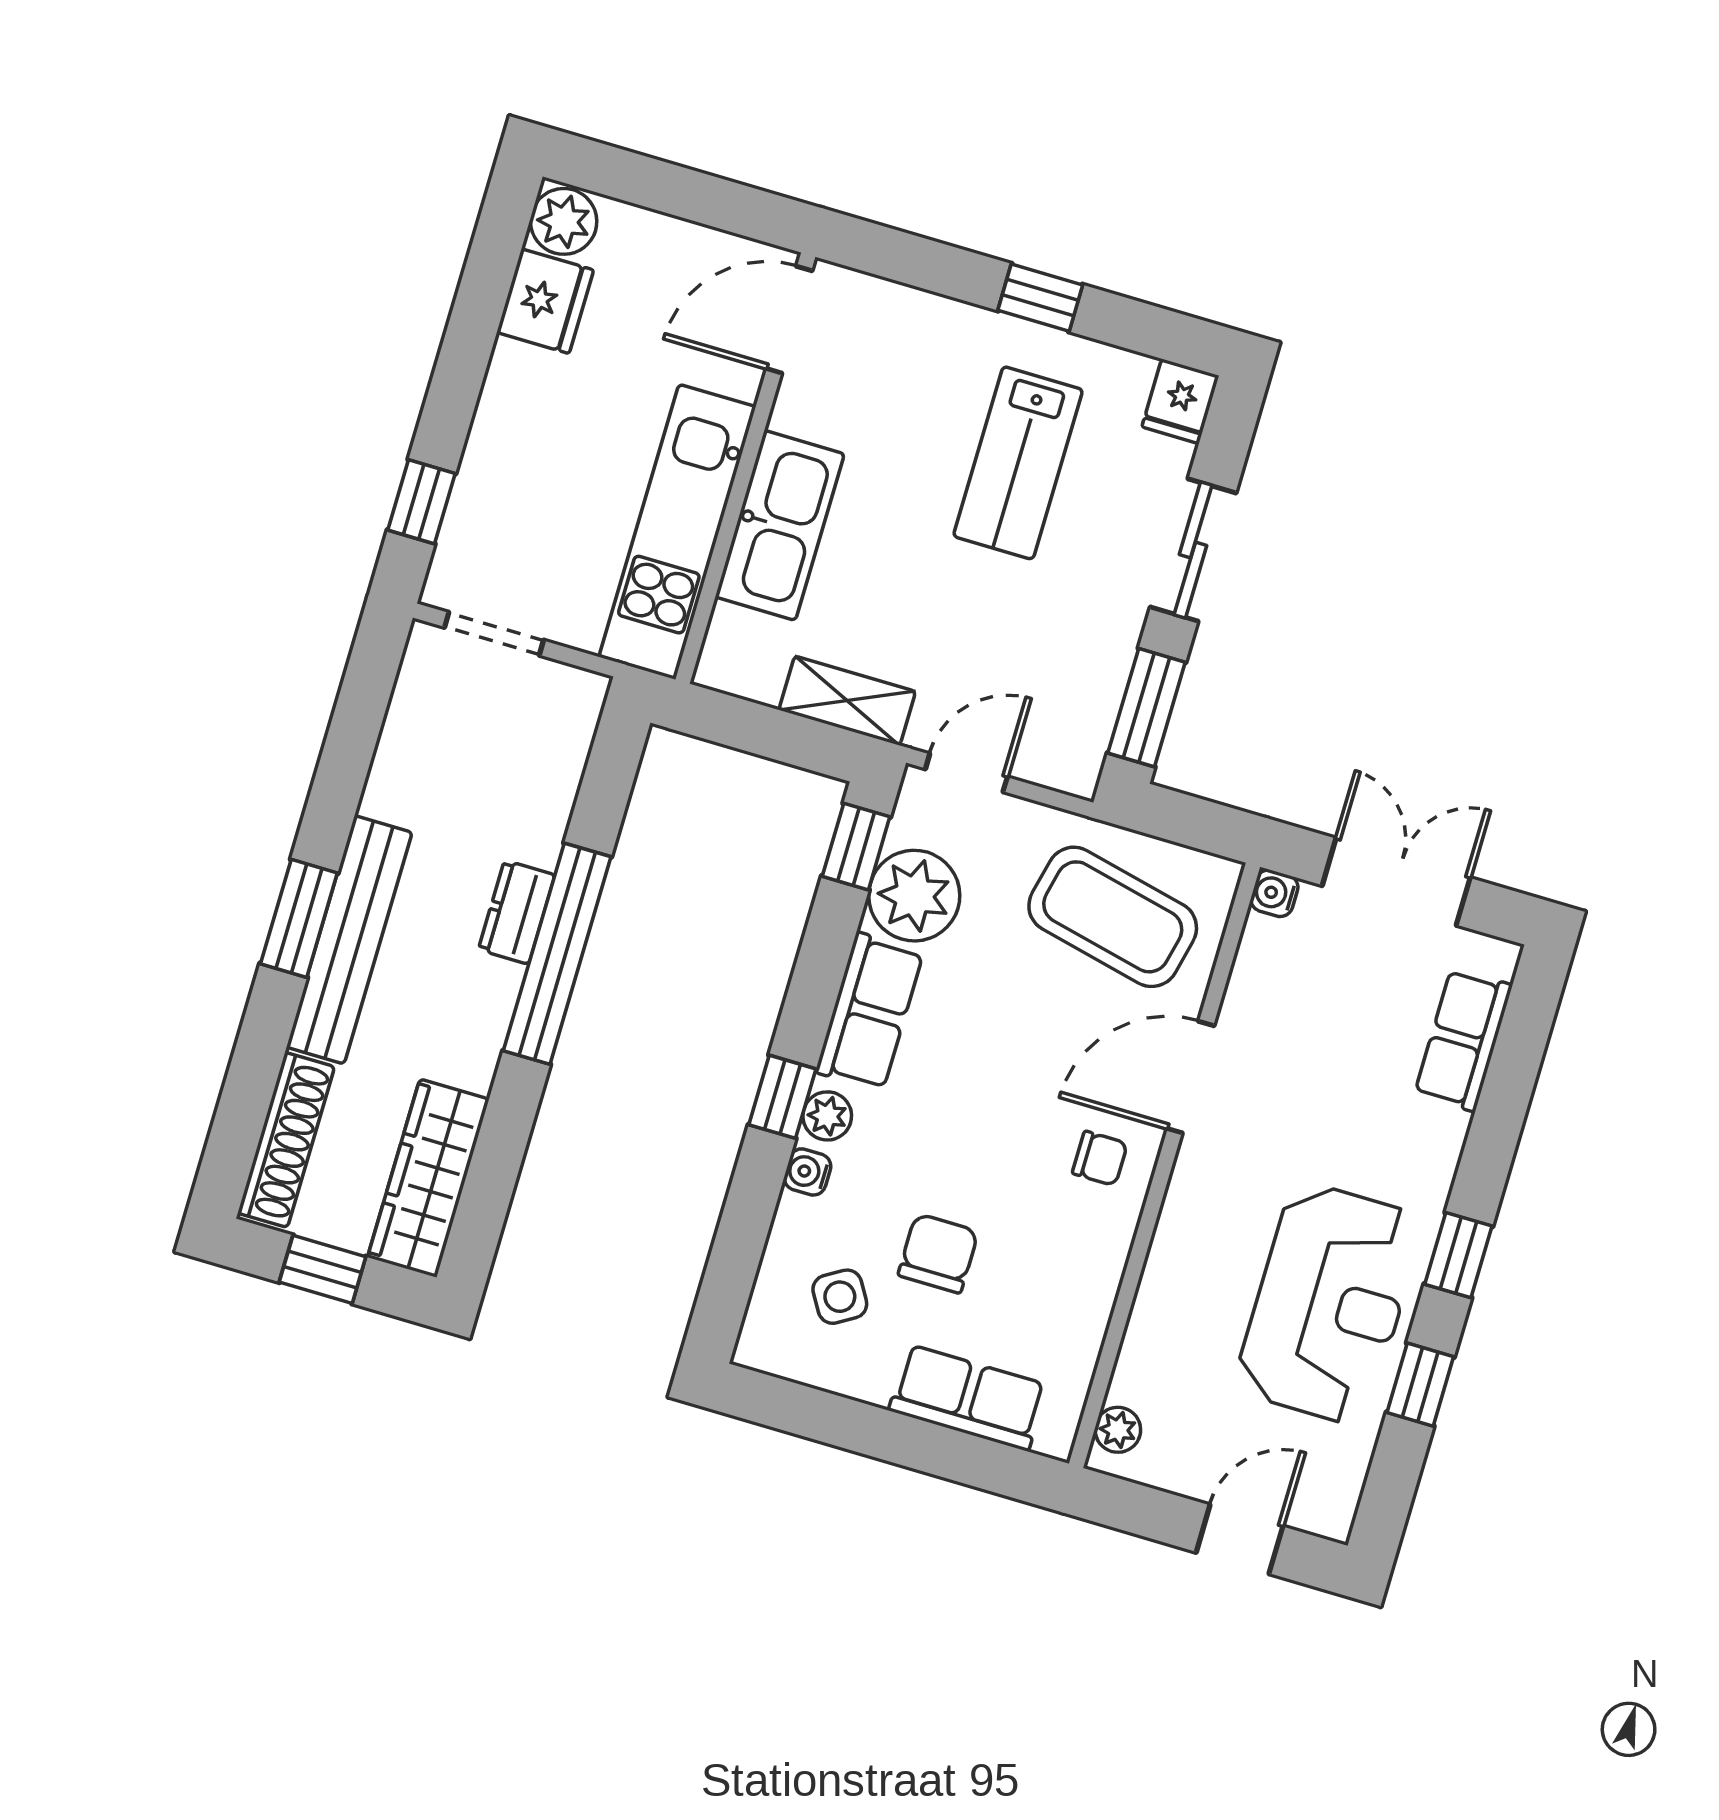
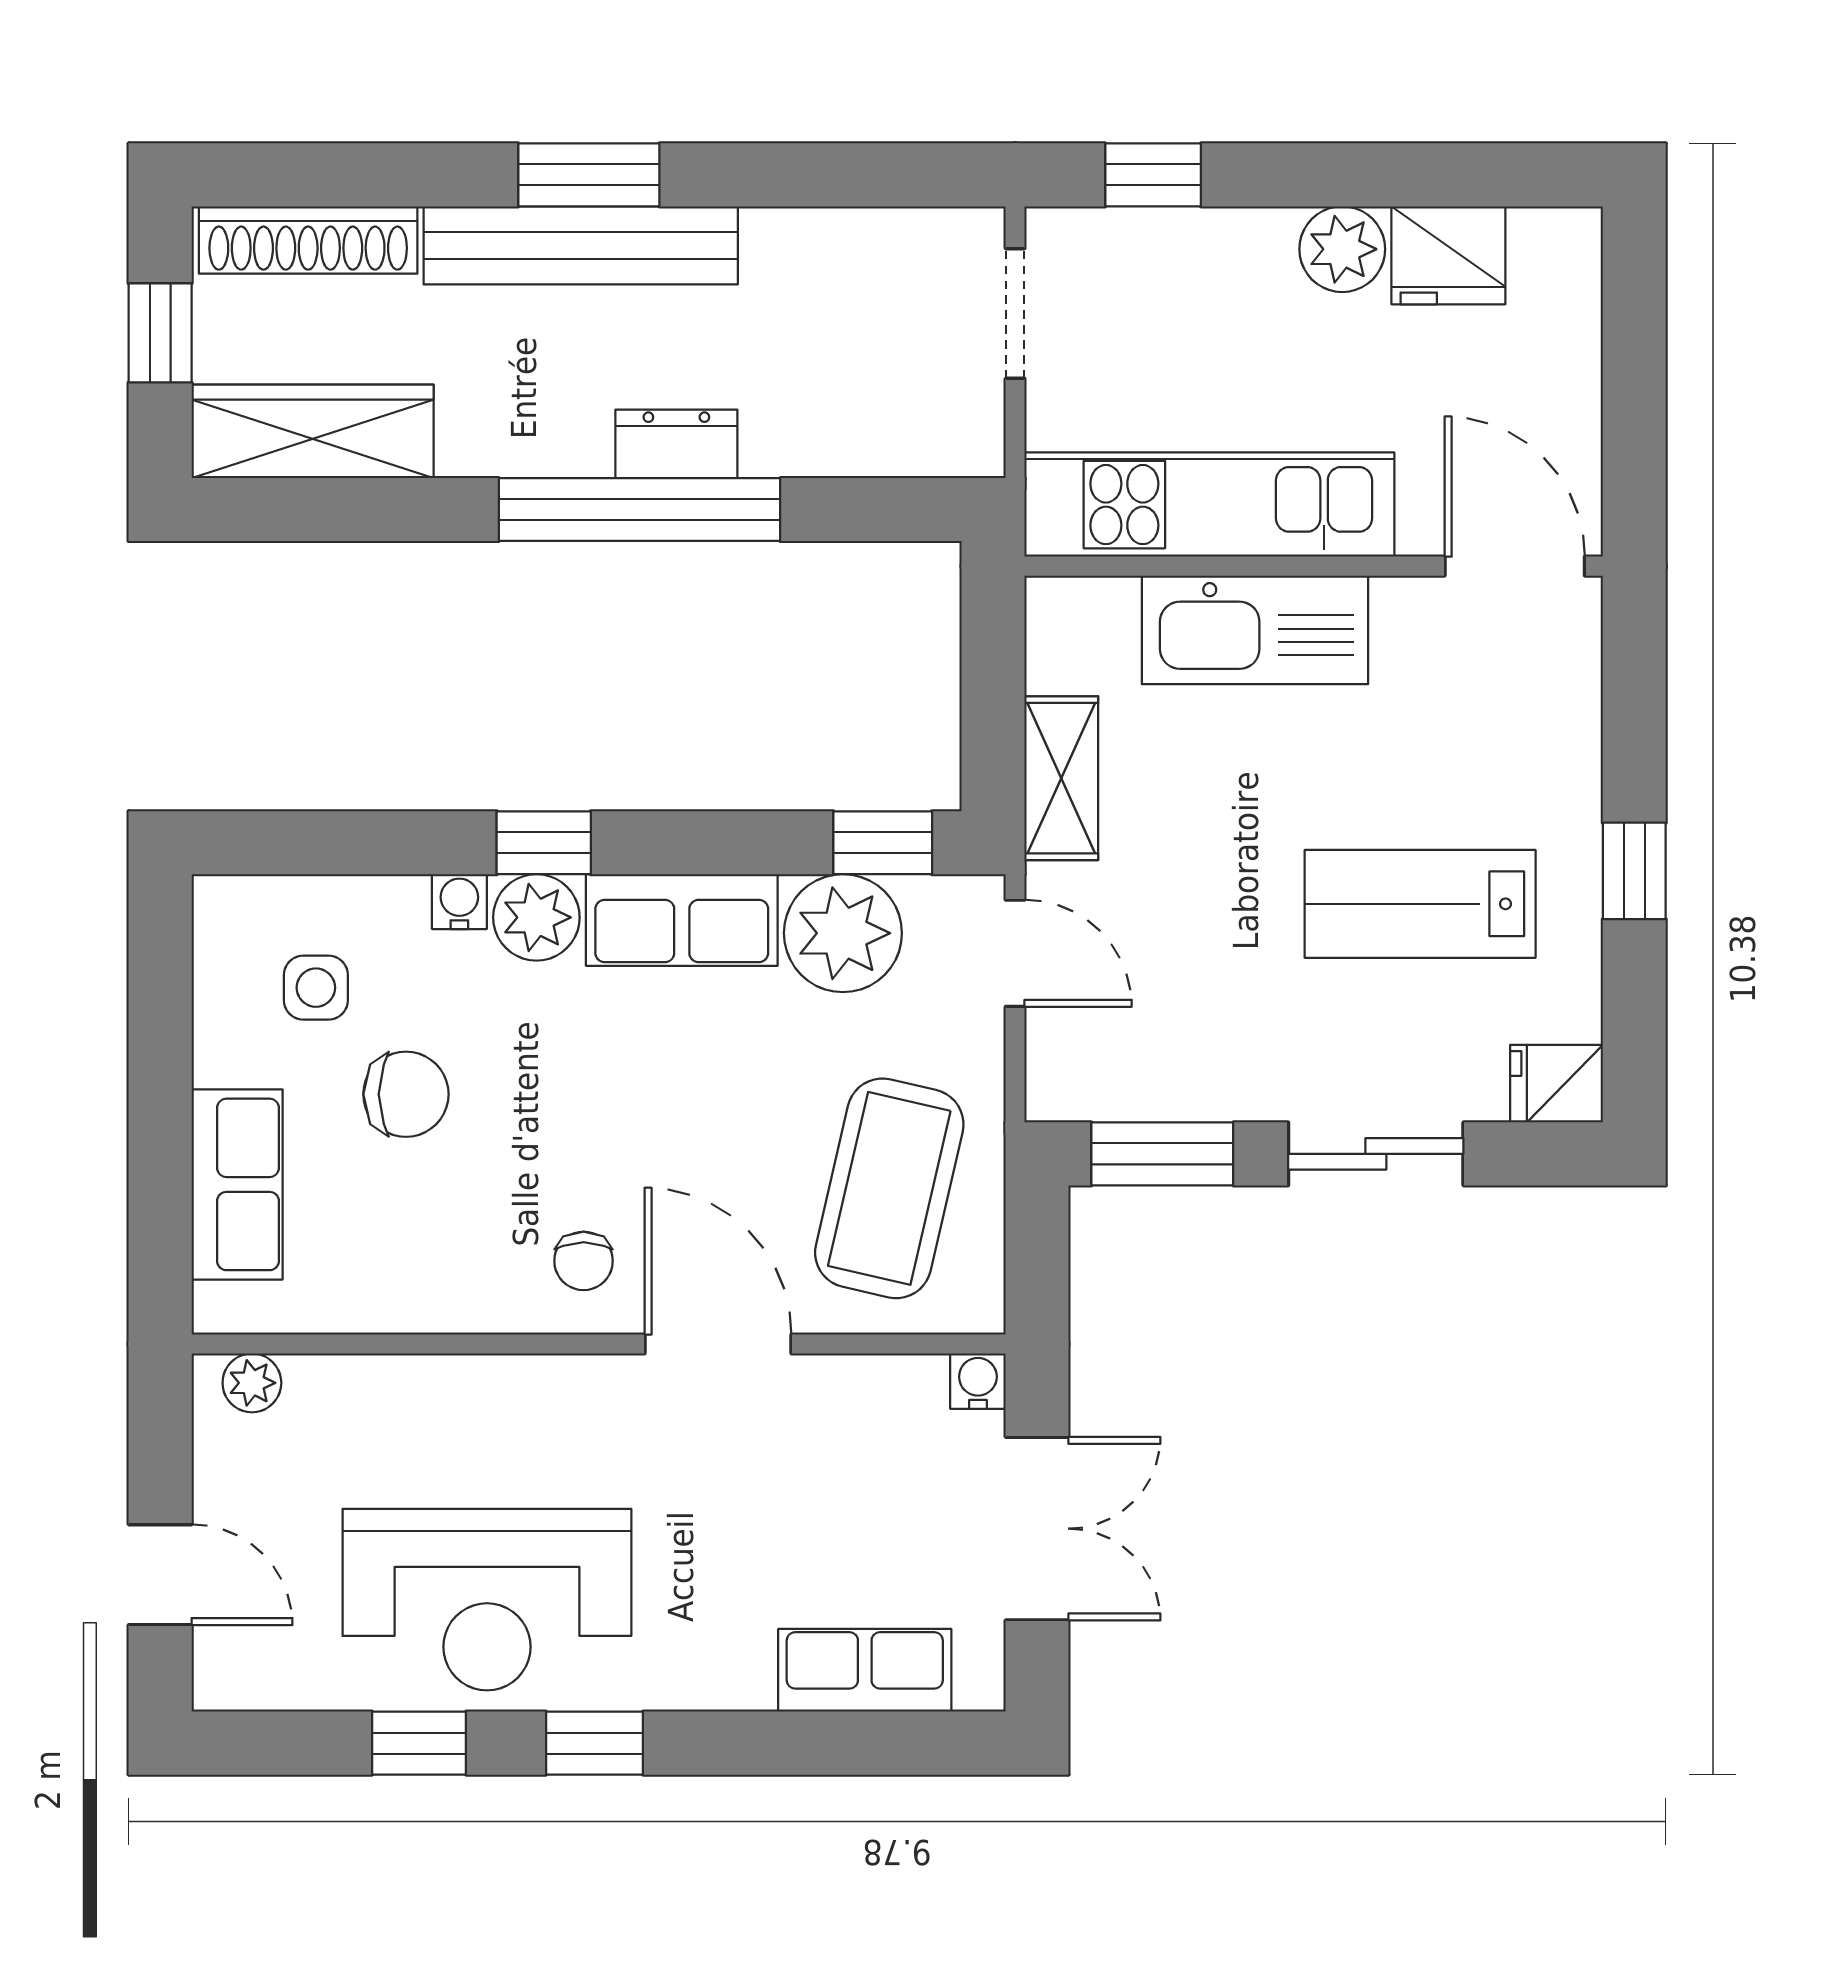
plant: (564, 221) -> (1342, 249), moved
plant: (827, 1116) -> (536, 917), width x1.38, depth x1.38
side table: (840, 1297) -> (316, 988), turned 31

